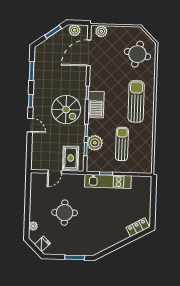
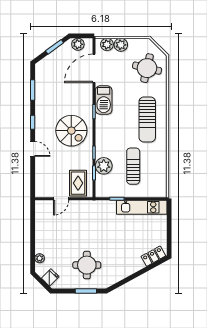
plant: (114, 32) -> (121, 45), added
sun lounger: (136, 101) -> (147, 120), turned 180
barbecue: (96, 105) -> (104, 100), moved
kitchen unit: (108, 181) -> (142, 207), moved
round table: (65, 213) -> (87, 265), moved

